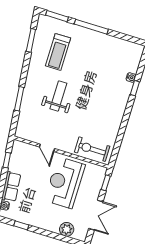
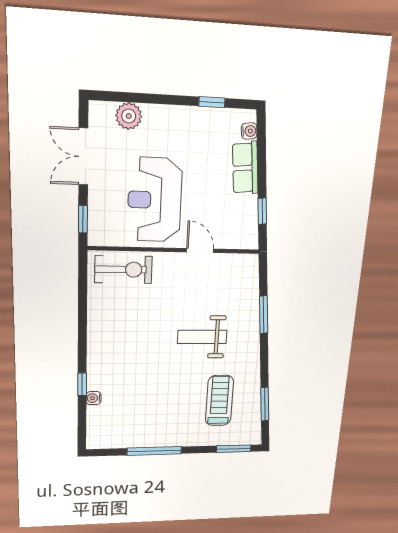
window: (91, 27) -> (154, 451), moved
weight bench: (58, 96) -> (202, 337), turned 90
reception desk: (65, 183) -> (155, 200), turned 180

